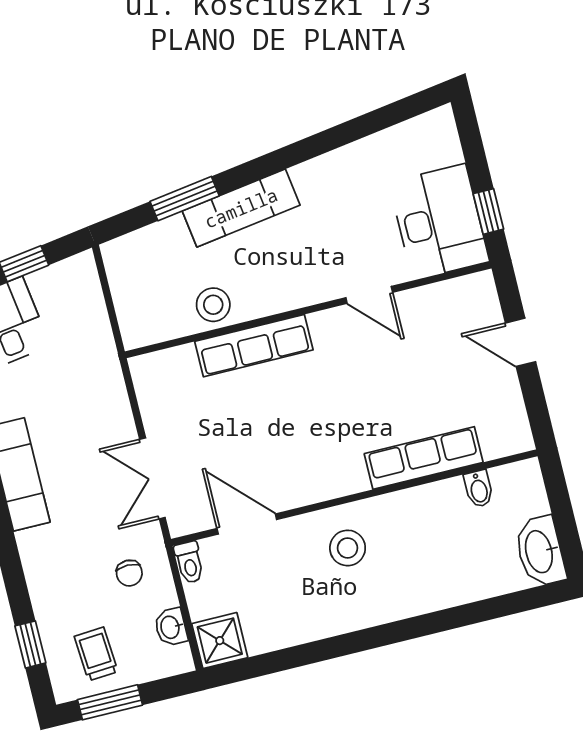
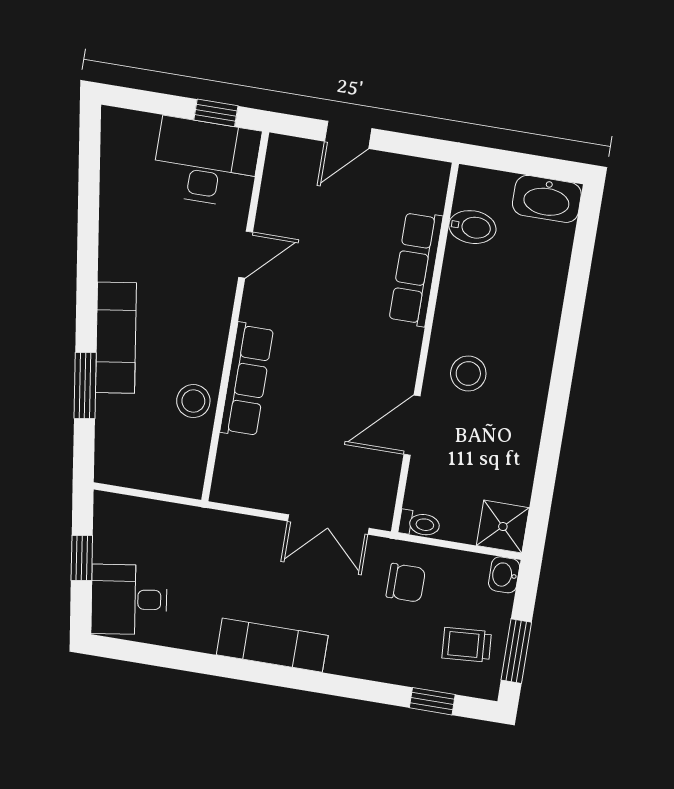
bidet: (479, 489) -> (472, 227), width x1.38, depth x1.36
door: (247, 524) -> (412, 425), moved
chair: (129, 573) -> (406, 583), width x1.37, depth x1.37
washbasin: (171, 627) -> (504, 575), moved, turned 90

